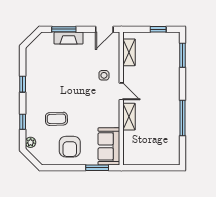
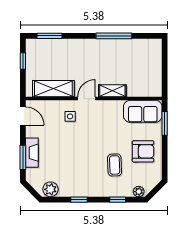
shelving: (129, 52) -> (53, 89), width x1.50, depth x1.33
plant: (33, 56) -> (50, 189), added

